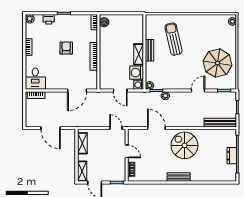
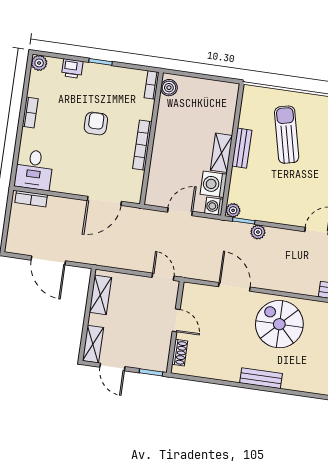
door: (120, 91) -> (180, 212), swing flipped

